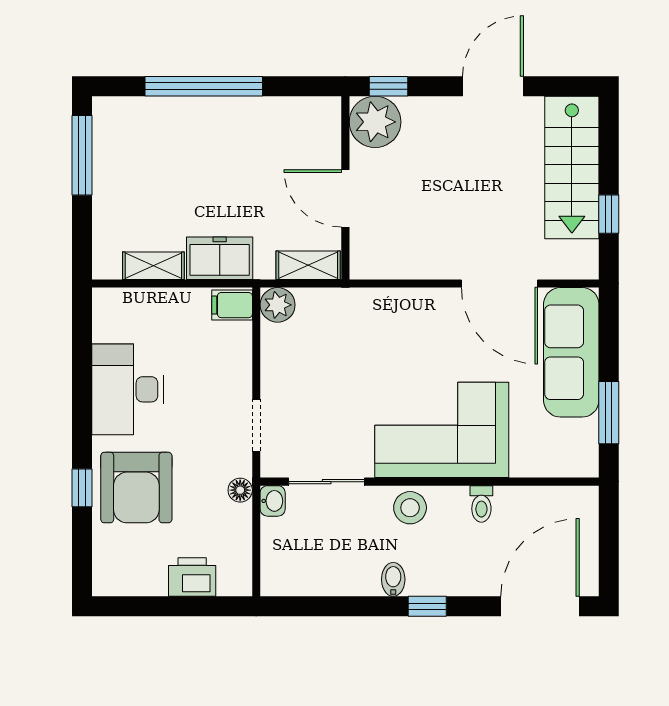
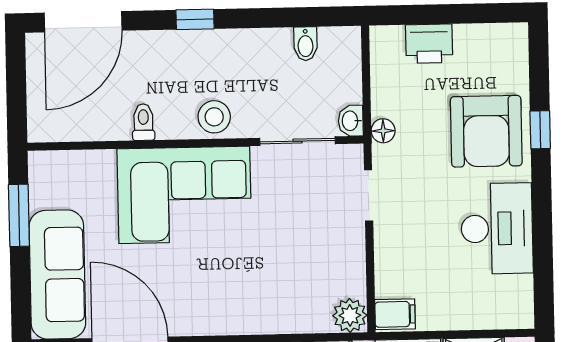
armchair: (136, 488) -> (486, 131), turned 180
bidet: (393, 579) -> (305, 44), moved

